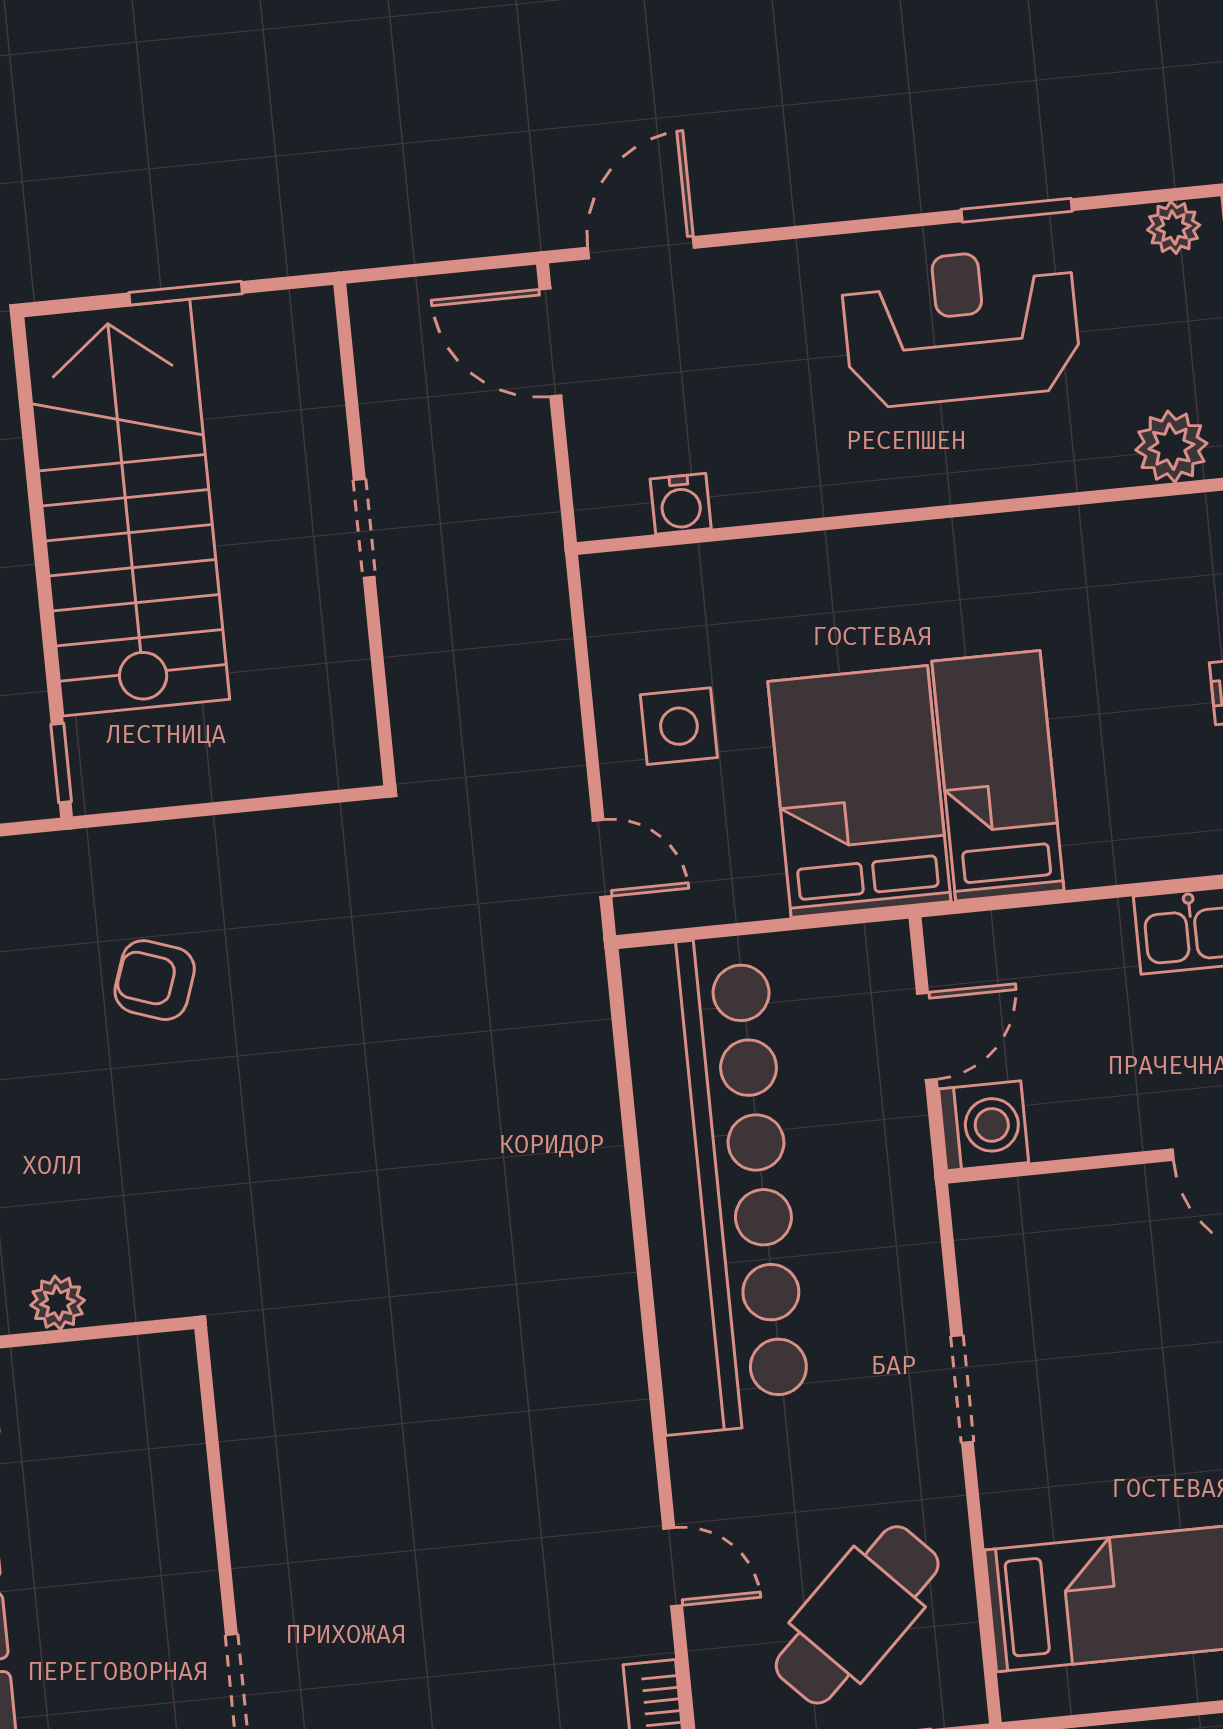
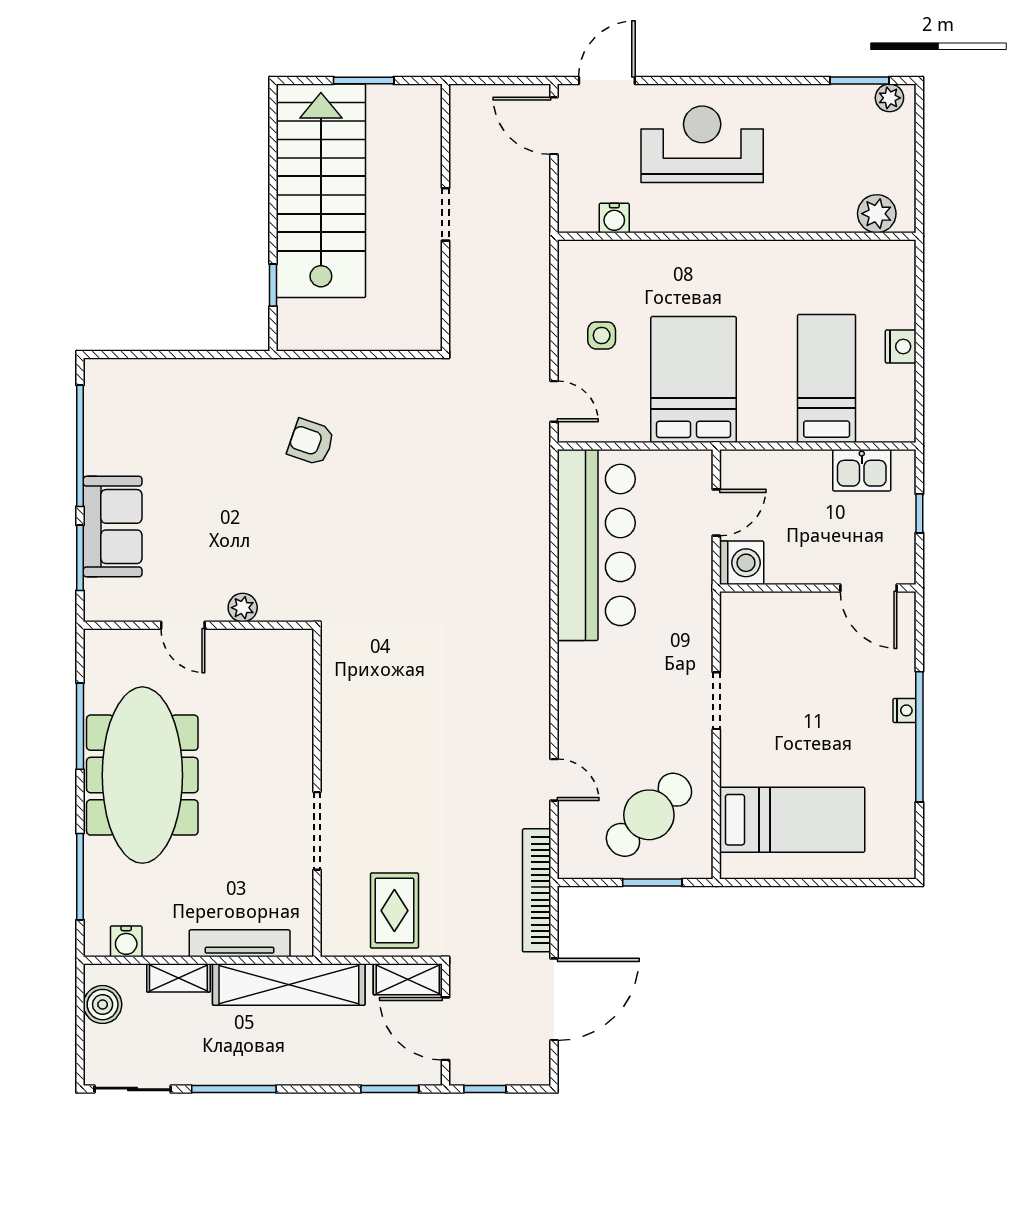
window: (1017, 210) -> (860, 80), moved
reception desk: (961, 327) -> (702, 144), moved
side table: (679, 726) -> (602, 335), width x0.73, depth x0.73
window: (61, 763) -> (273, 285), moved
bed: (998, 776) -> (827, 378), moved
bar counter: (715, 1184) -> (596, 545), width x0.73

